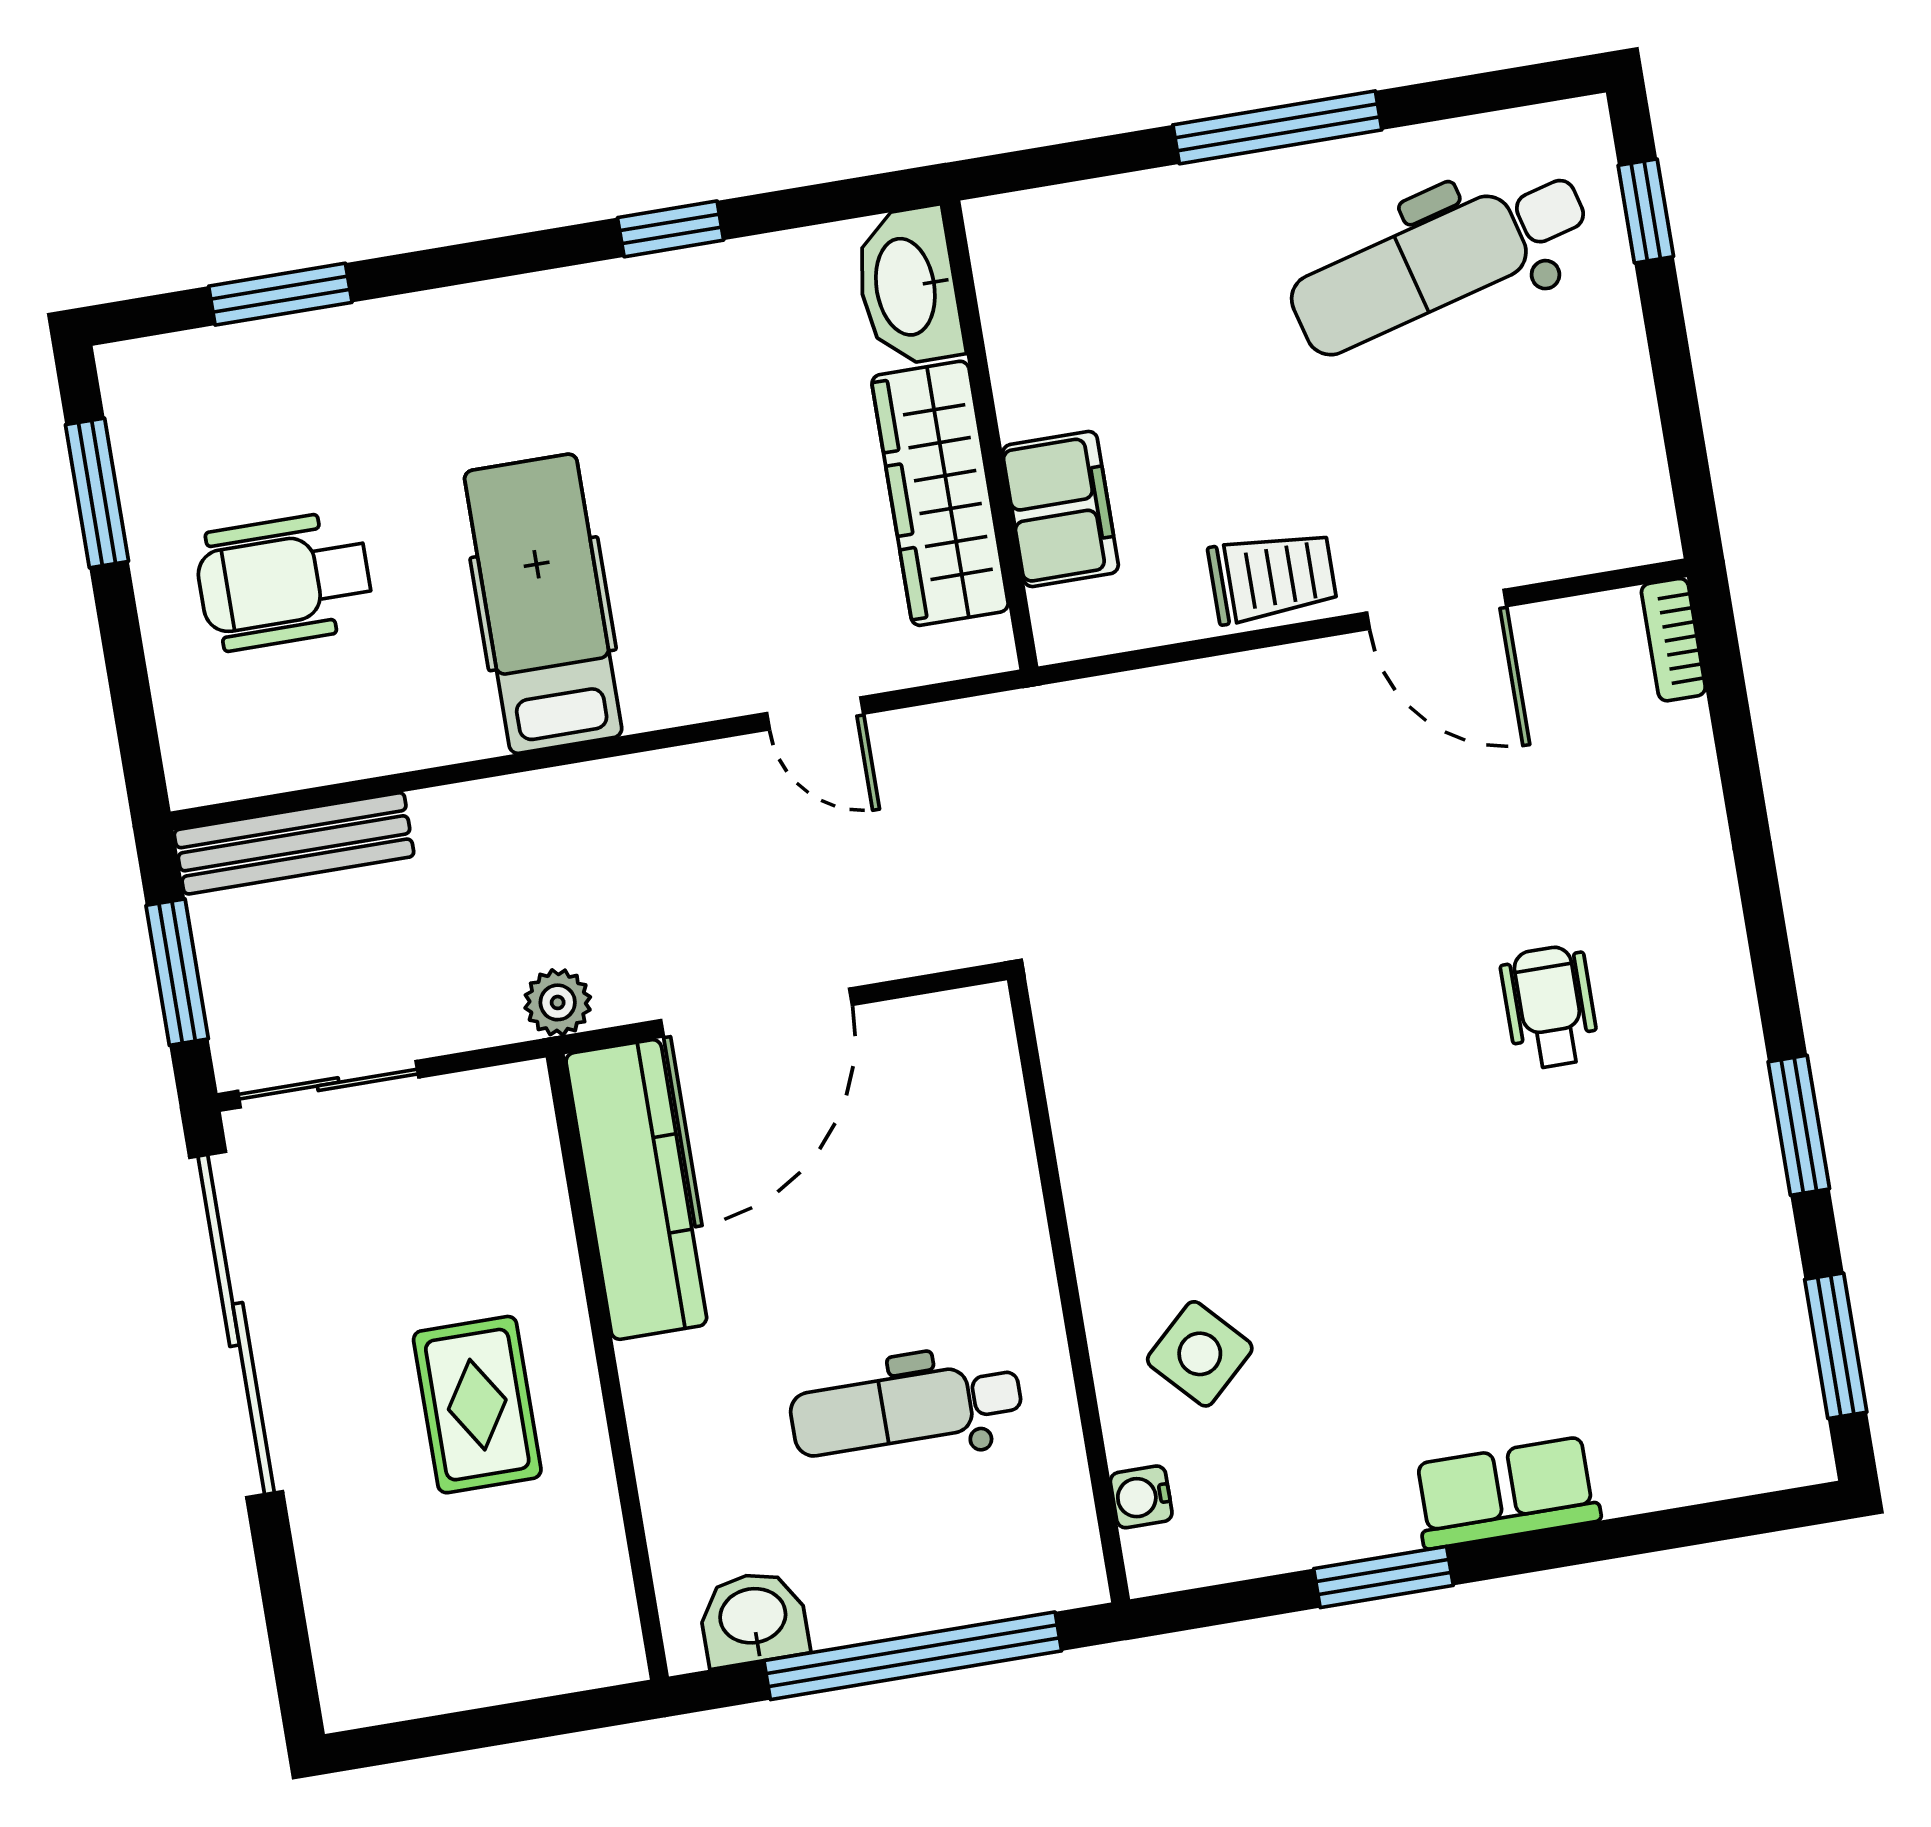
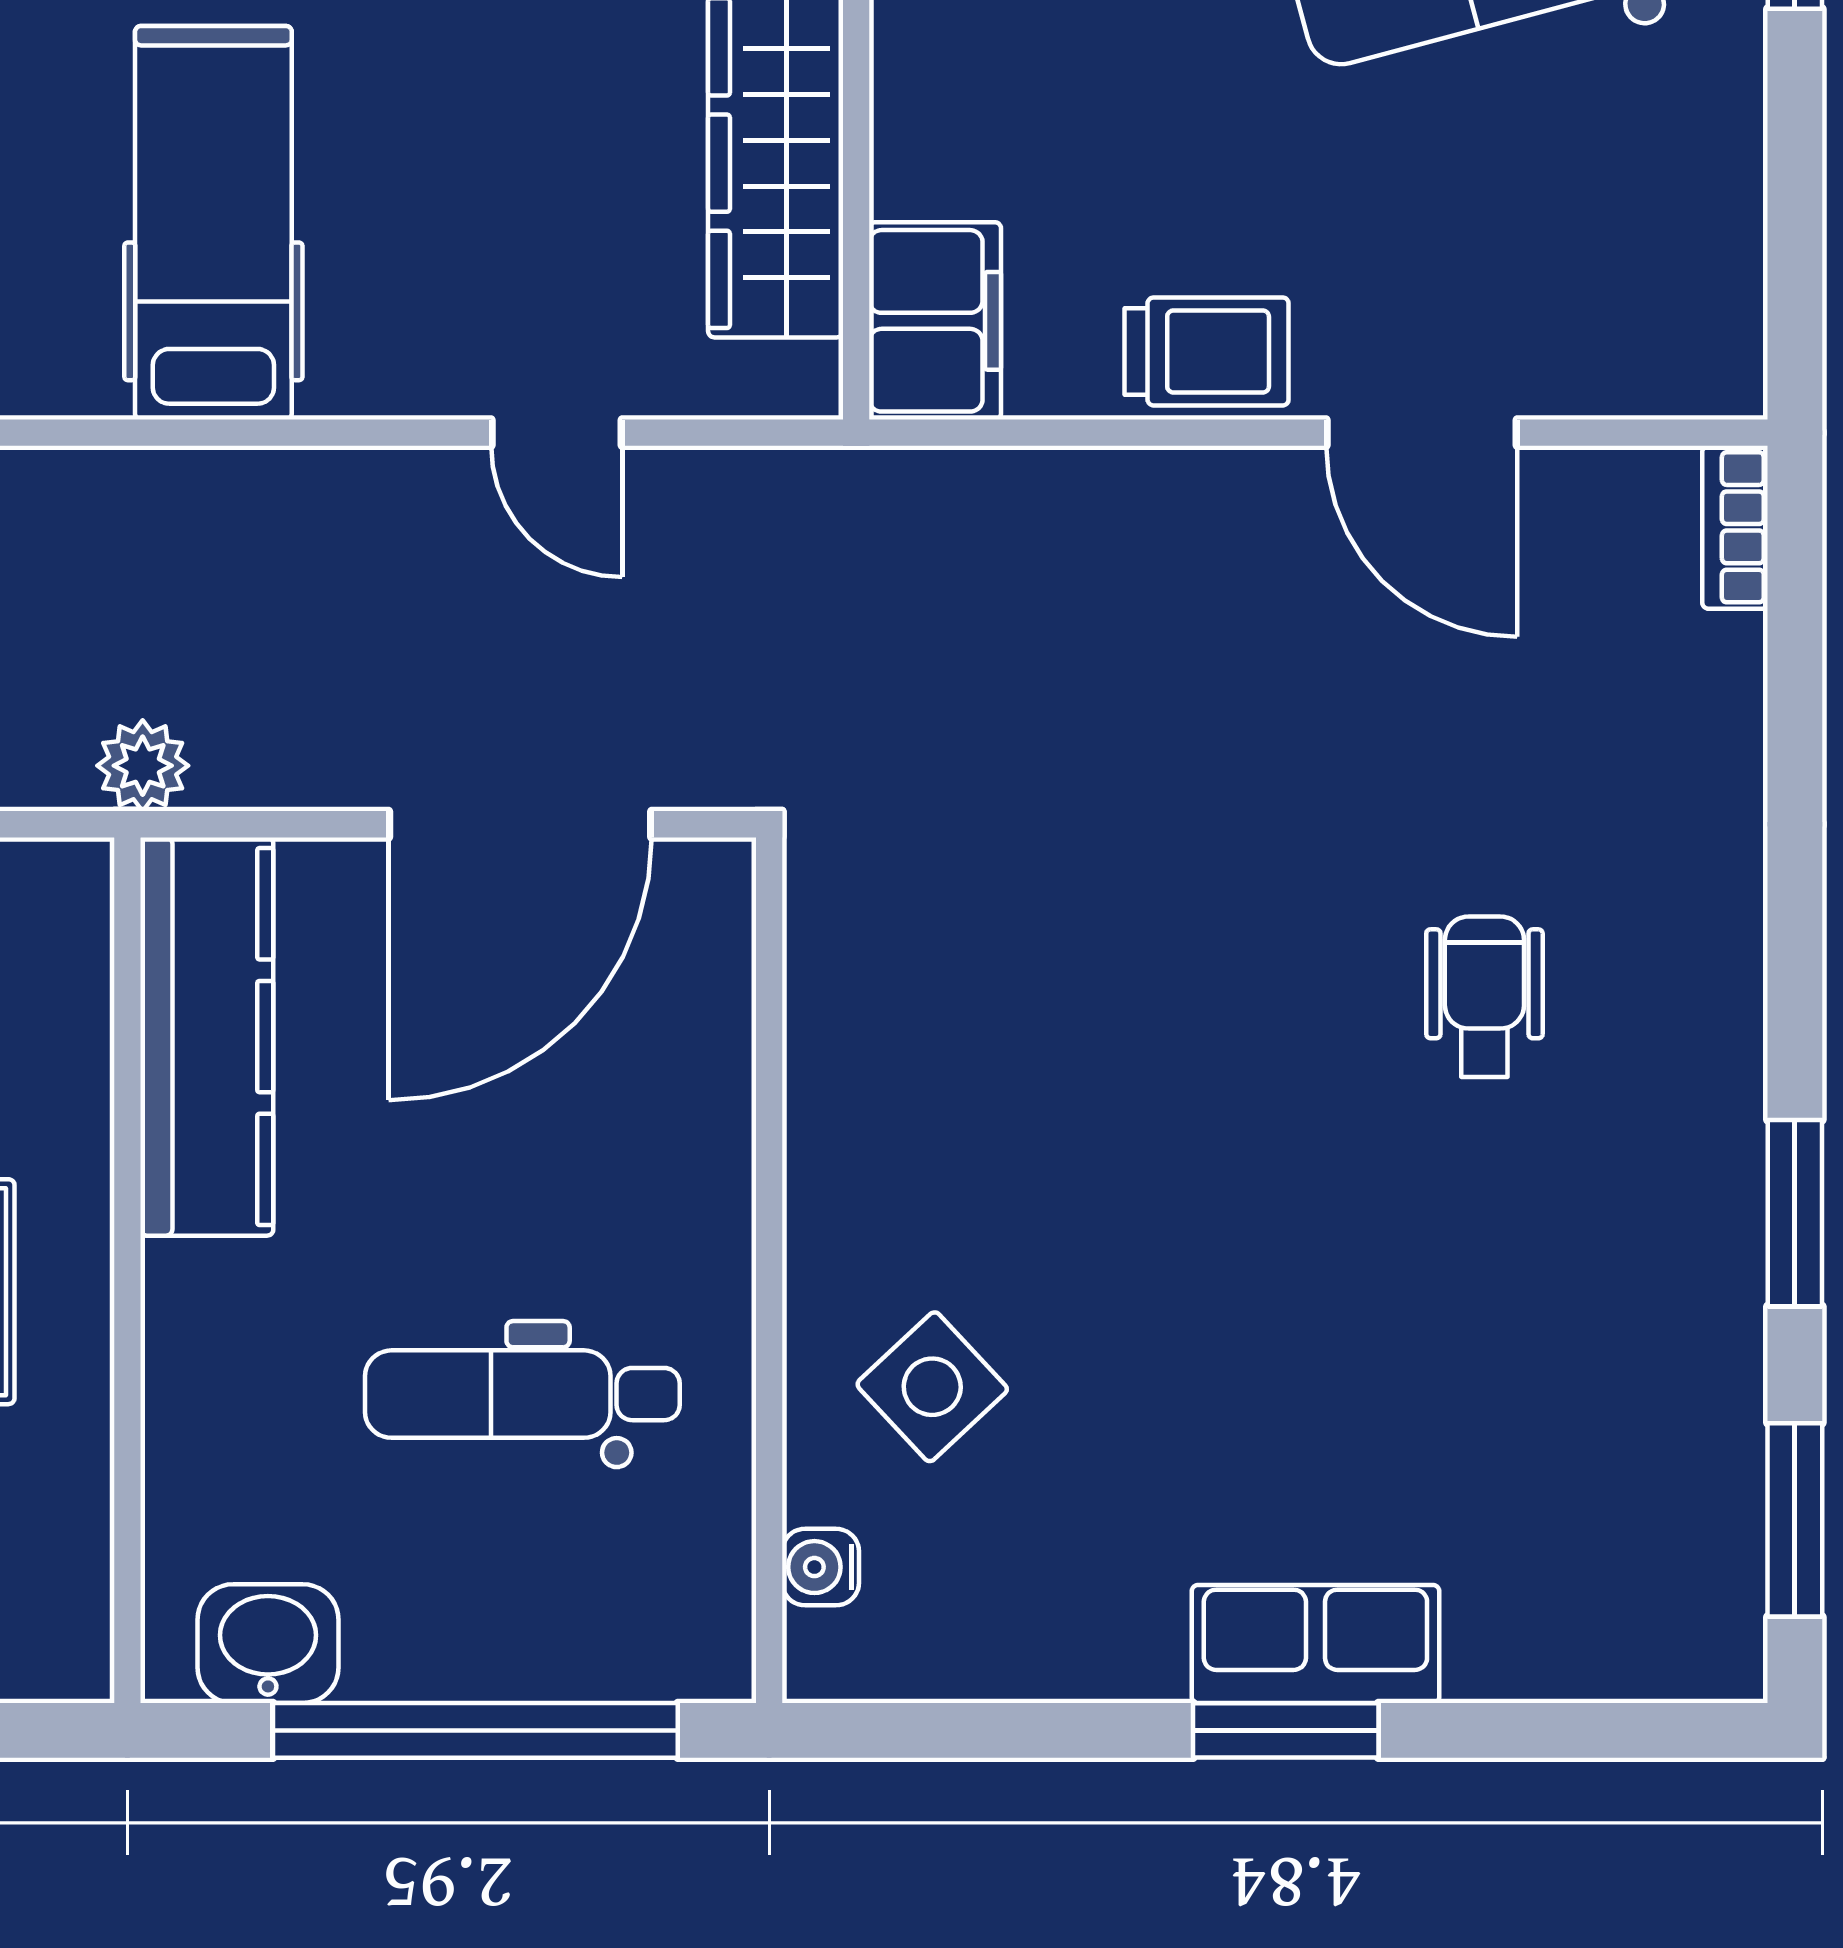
filing cabinet: (1060, 509) -> (935, 321), moved
door: (757, 1013) -> (520, 824), moved
window: (1383, 1577) -> (1286, 1730), moved

